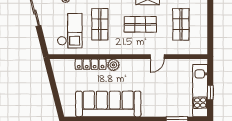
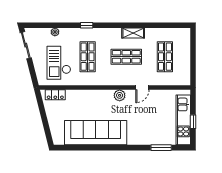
checkout: (70, 31) -> (59, 63), turned 180
locker: (91, 64) -> (55, 95), moved, width x0.66
plant: (113, 65) -> (120, 95), moved

